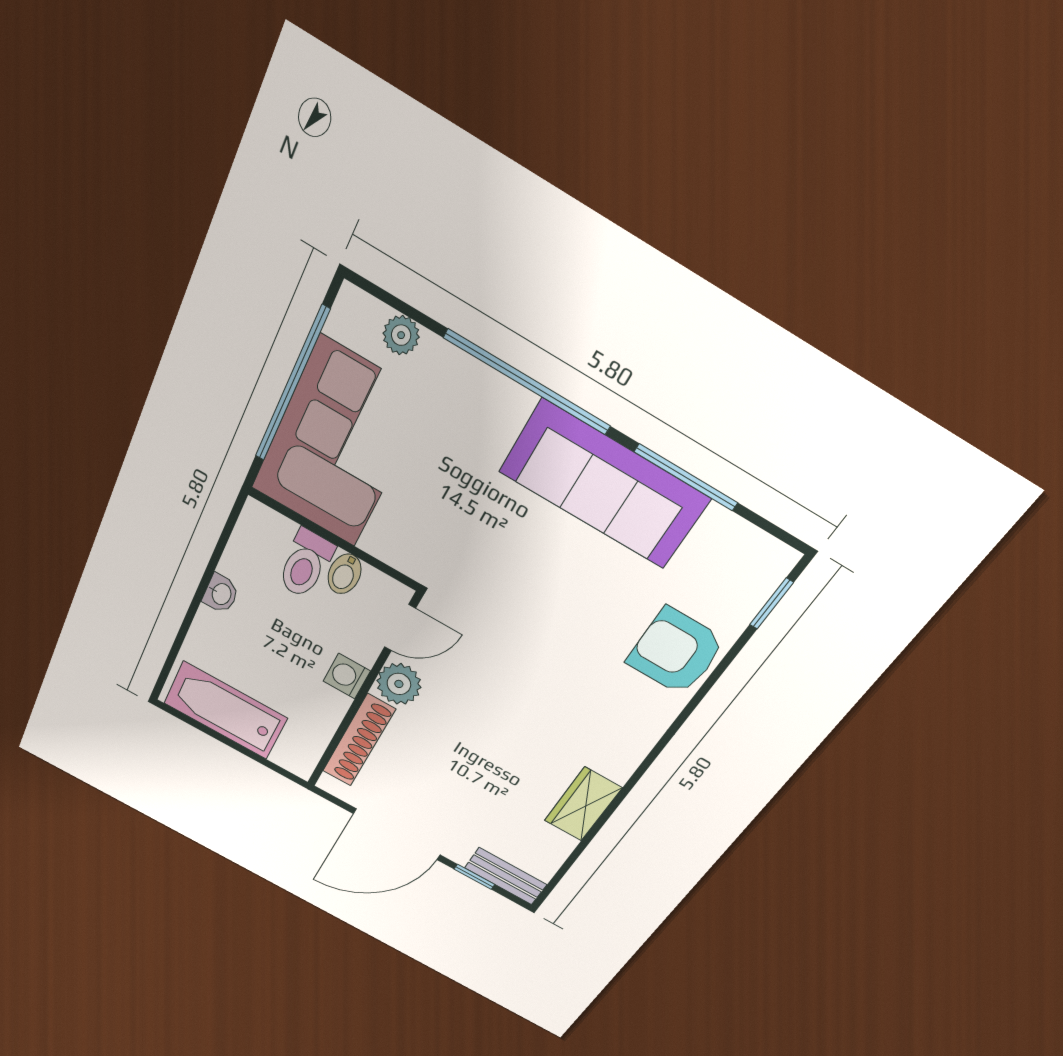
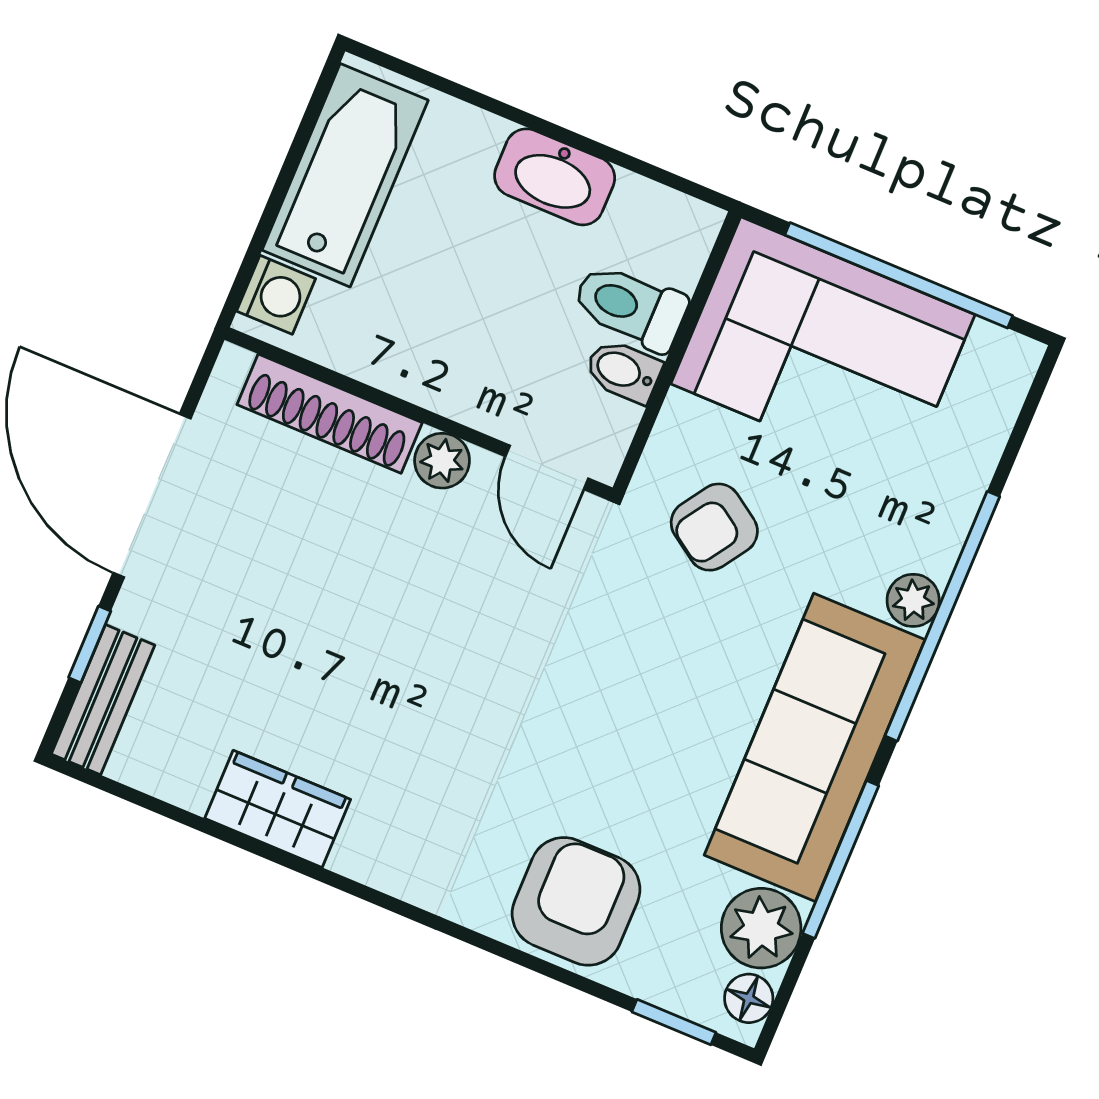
plant: (401, 335) -> (913, 600), moved
armchair: (448, 531) -> (714, 527), added
plant: (722, 538) -> (761, 928), added
floor lamp: (768, 553) -> (749, 998), added
washbasin: (221, 594) -> (555, 177), width x1.91, depth x1.45
washing machine: (347, 676) -> (276, 295), moved, turned 90
plant: (399, 684) -> (442, 461), width x0.73, depth x0.73

